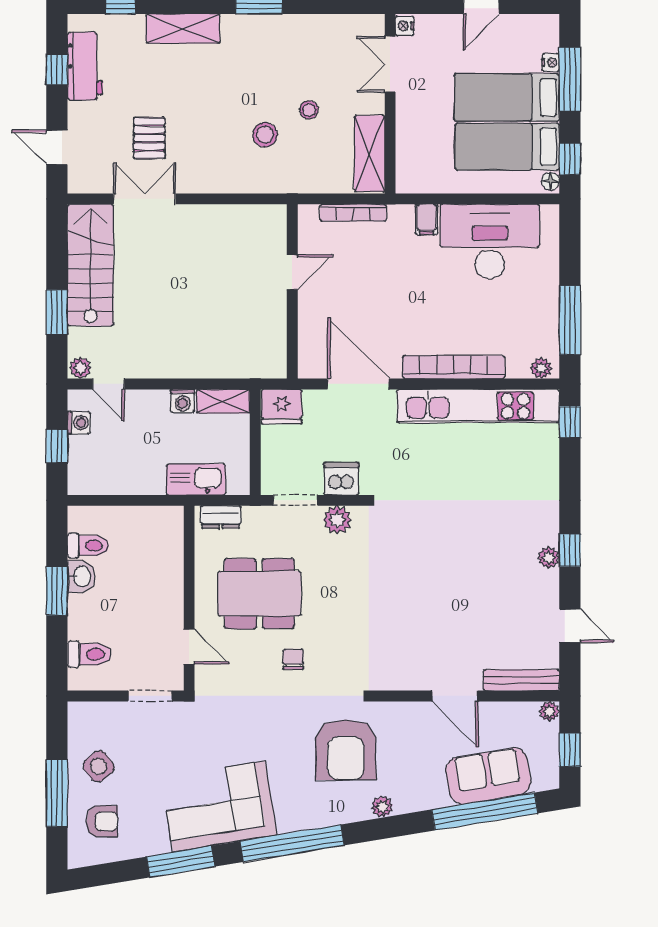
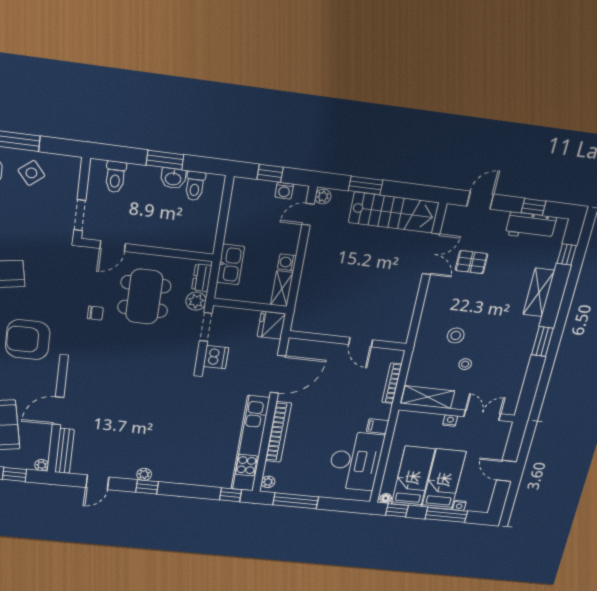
nightstand: (405, 26) -> (450, 421), moved
plant: (337, 520) -> (196, 301), moved

